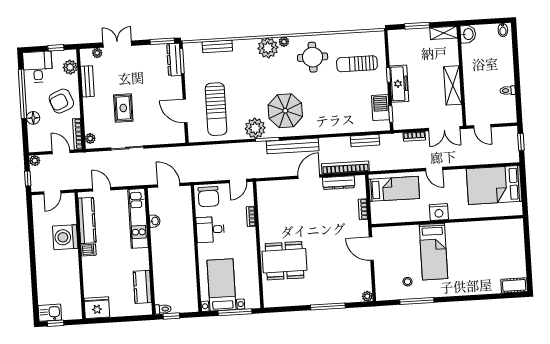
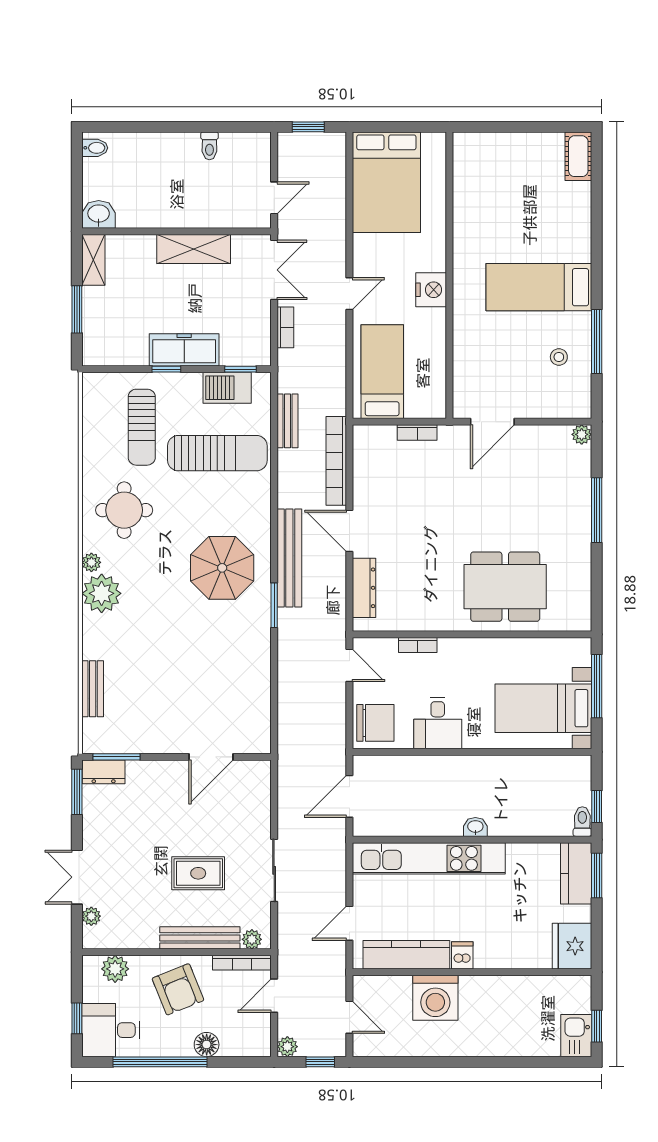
window: (56, 48) -> (77, 1018), moved
dresser: (174, 60) -> (104, 772), width x0.70
bench: (87, 81) -> (200, 938), moved, width x1.36
sun lounger: (216, 109) -> (217, 453), moved
plant: (255, 128) -> (252, 627), removed
dresser: (339, 183) -> (364, 588), moved
kitchen unit: (138, 218) -> (429, 858), width x1.36
washbasin: (155, 221) -> (475, 827), moved
bed: (434, 252) -> (539, 287), moved, turned 180
dining table: (285, 261) -> (505, 587), turned 90
kitchen counter: (142, 287) -> (576, 873), moved, turned 90
window: (135, 318) -> (597, 876), added

